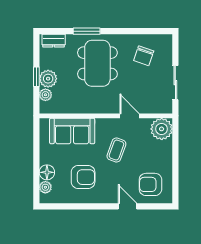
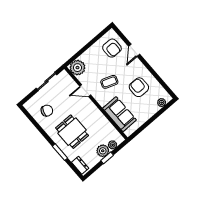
dining table: (97, 63) -> (72, 132), width x0.73
door: (130, 116) -> (85, 91), hinge flipped
floor lamp: (47, 172) -> (153, 109), removed

